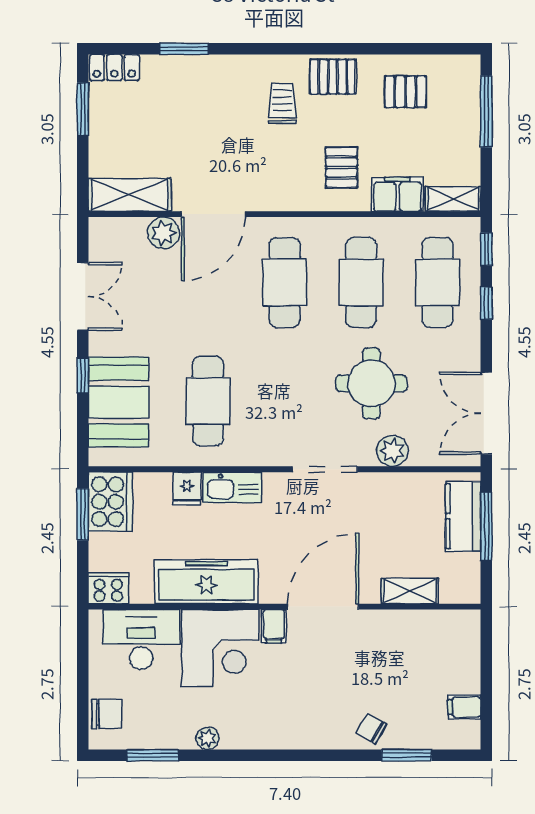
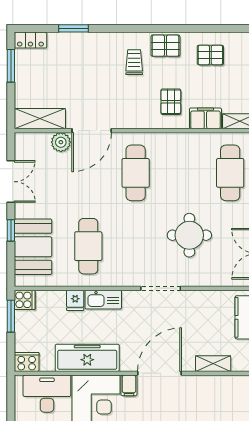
cafe table: (361, 282) -> (183, 173), removed
plant: (392, 451) -> (202, 277), removed
cooker: (110, 502) -> (25, 300), width x0.53, depth x0.76

